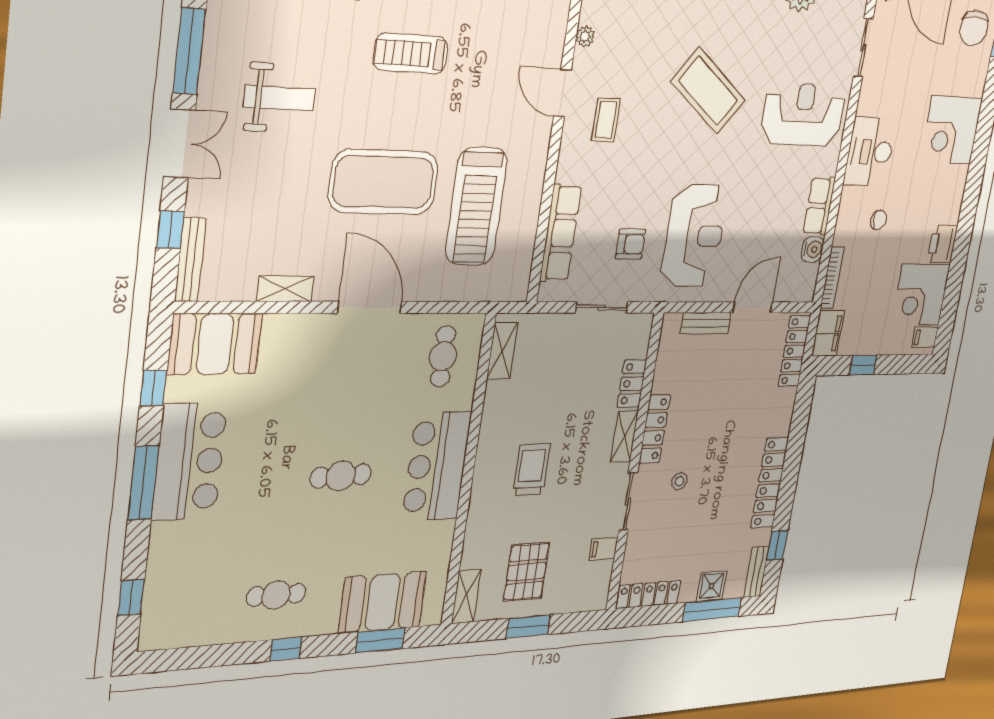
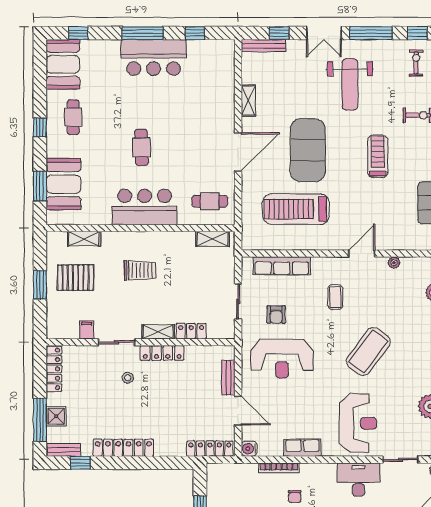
weight bench: (279, 98) -> (350, 85), width x1.36, depth x1.33
coffee table: (606, 120) -> (335, 297), moved, turned 90
desk: (870, 152) -> (359, 480), moved
water cooler: (813, 249) -> (249, 449), moved, turned 90
bookcase: (832, 278) -> (279, 468), moved
filing cabinet: (828, 333) -> (221, 473), removed
booth: (215, 344) -> (63, 64), moved
shelving: (466, 596) -> (84, 239), moved

